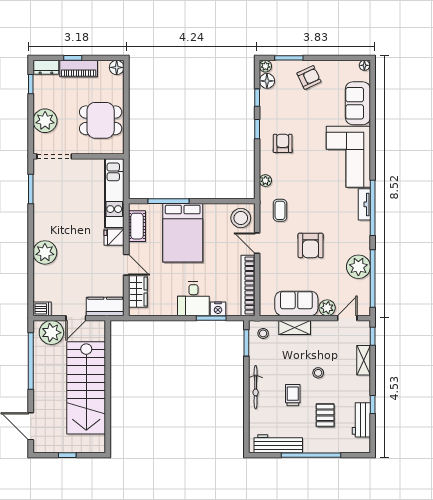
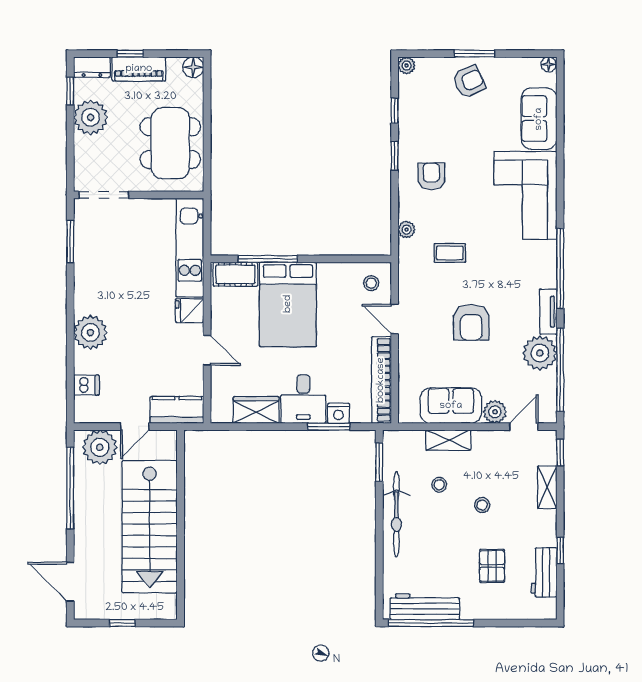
window: (289, 58) -> (474, 54), moved
floor lamp: (267, 81) -> (409, 87), removed
dining table: (101, 120) -> (170, 143), width x1.38
plant: (45, 121) -> (91, 117), moved
tv unit: (364, 204) -> (548, 312), moved
coffee table: (280, 210) -> (450, 253), moved, turned 90
stool: (241, 218) -> (371, 283), width x0.53, depth x0.53
cot: (137, 226) -> (235, 274), moved, turned 90
wardrobe: (138, 292) -> (256, 410), moved, turned -90
dishwasher: (42, 309) -> (86, 385), moved
stool: (263, 333) -> (439, 485), moved
bicycle: (256, 387) -> (396, 514), width x1.37, depth x1.40
trolley: (293, 395) -> (446, 537), removed
window: (311, 455) -> (431, 623), moved

